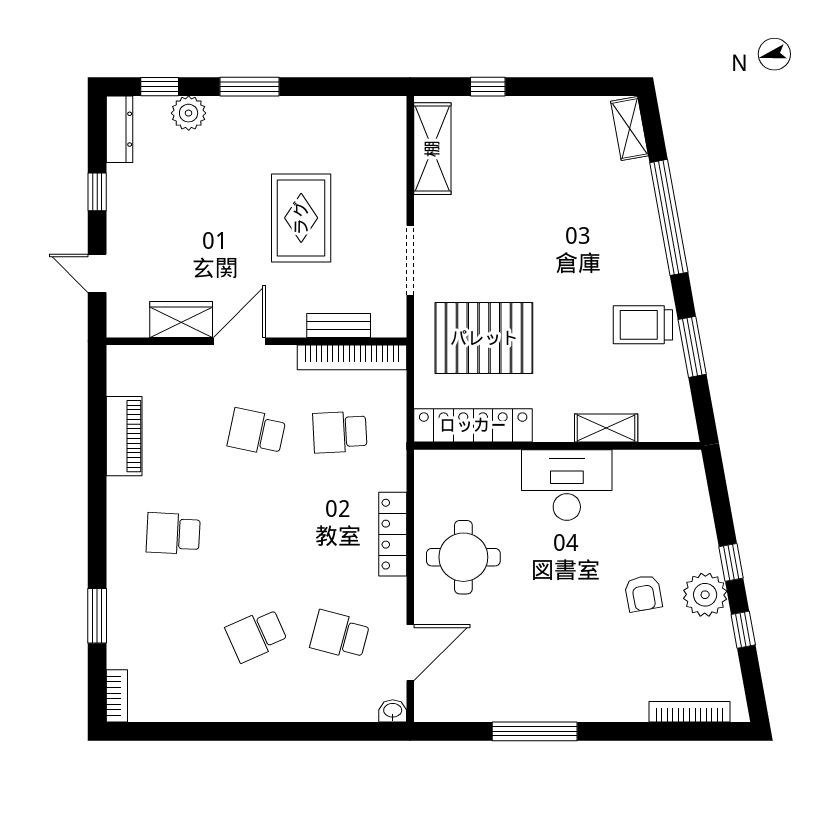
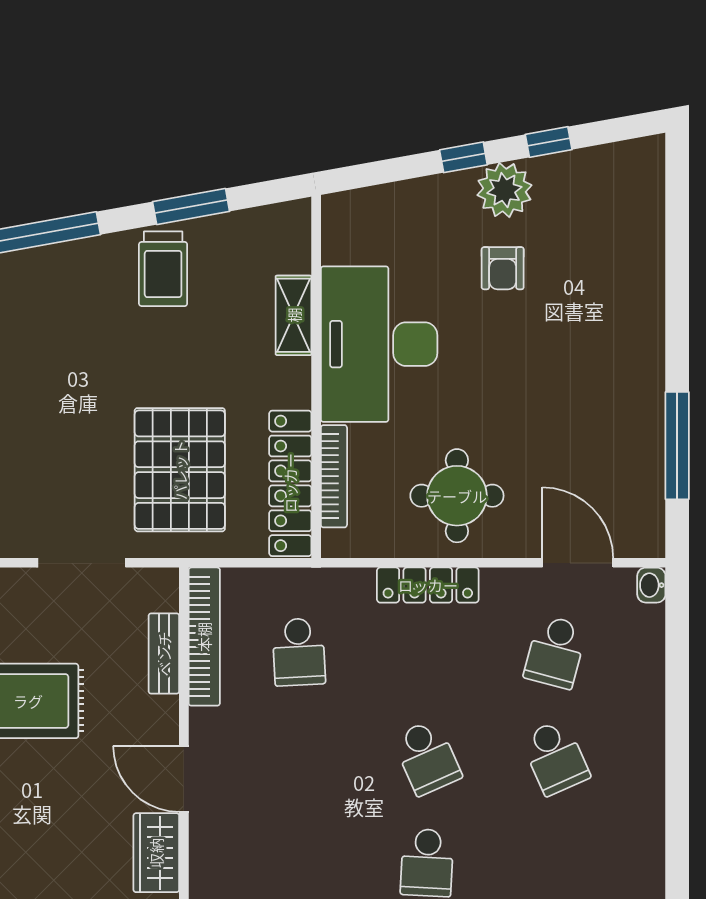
school desk: (256, 432) -> (427, 757), moved, turned -36
desk: (567, 485) -> (379, 344), width x1.36, depth x1.30
armchair: (643, 593) -> (503, 268), turned 100
bookcase: (690, 712) -> (334, 476), moved, turned 180
window: (535, 731) -> (677, 446), moved

